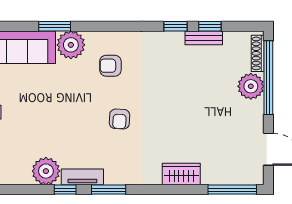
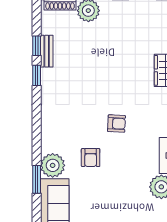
armchair: (110, 66) -> (91, 158), moved

